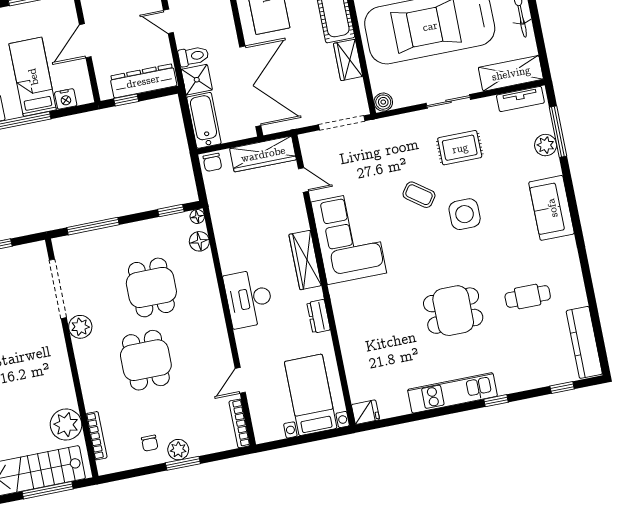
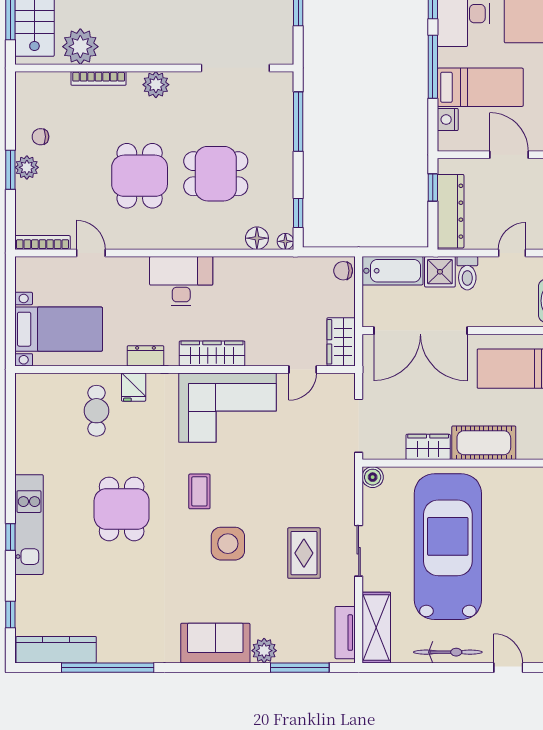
plant: (546, 145) -> (264, 651), moved
wardrobe: (263, 154) -> (341, 342), width x0.67
coffee table: (419, 195) -> (199, 491), moved, turned -36
window: (591, 295) -> (108, 668), added
cafe table: (528, 296) -> (97, 411), moved
plant: (80, 327) -> (156, 85), moved
dining table: (146, 360) -> (140, 176), moved, turned 90
kitchen unit: (452, 393) -> (29, 525), moved
fridge: (365, 412) -> (134, 387), moved
bookcase: (97, 436) -> (99, 78), moved

